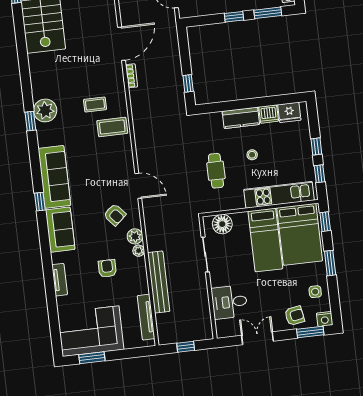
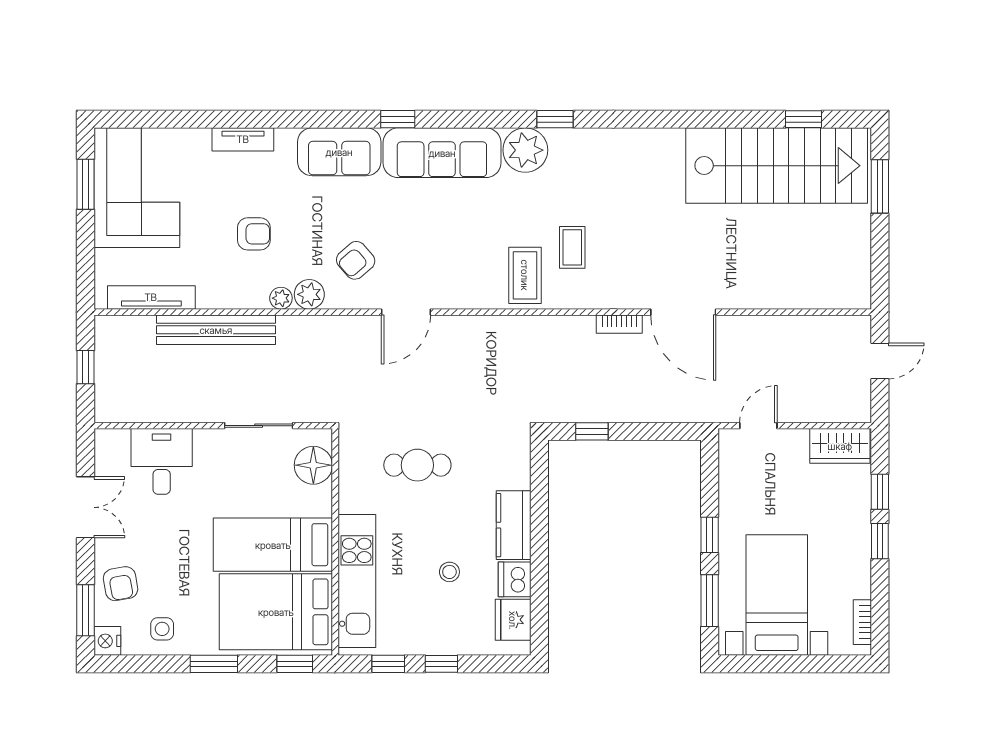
plant: (45, 110) -> (525, 150), moved
stool: (252, 155) -> (449, 572), moved

